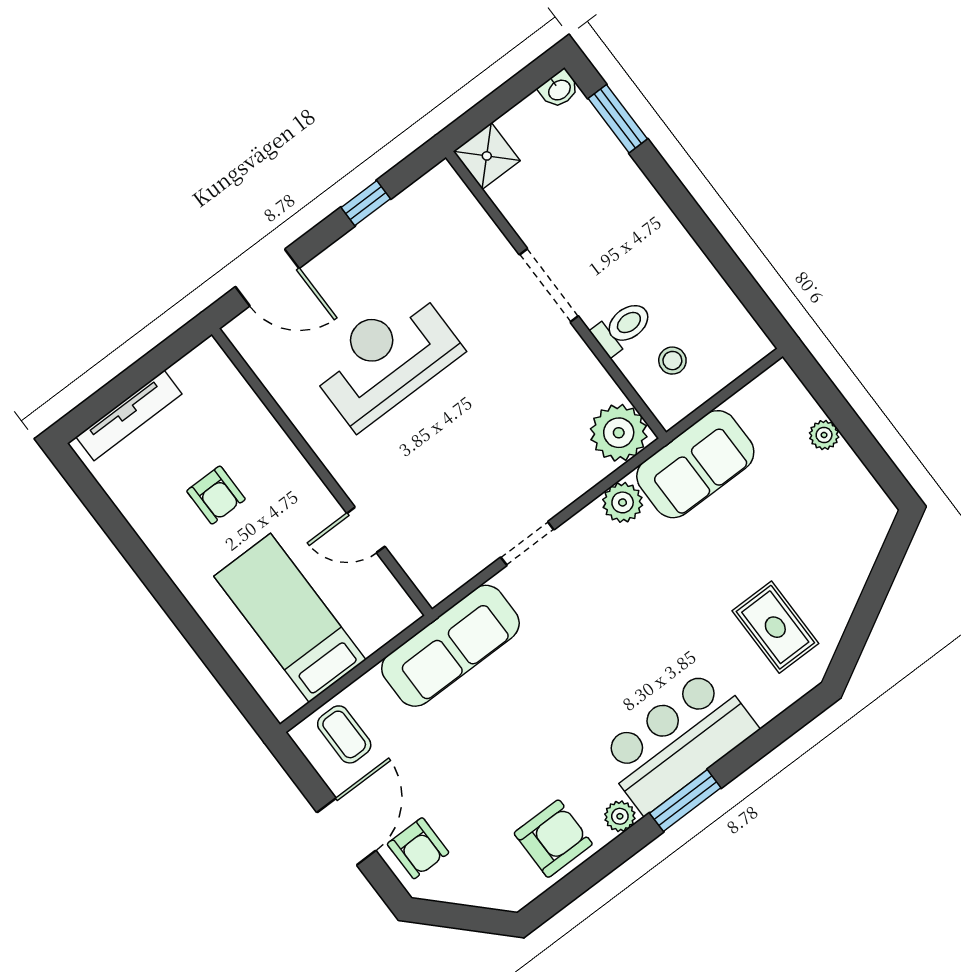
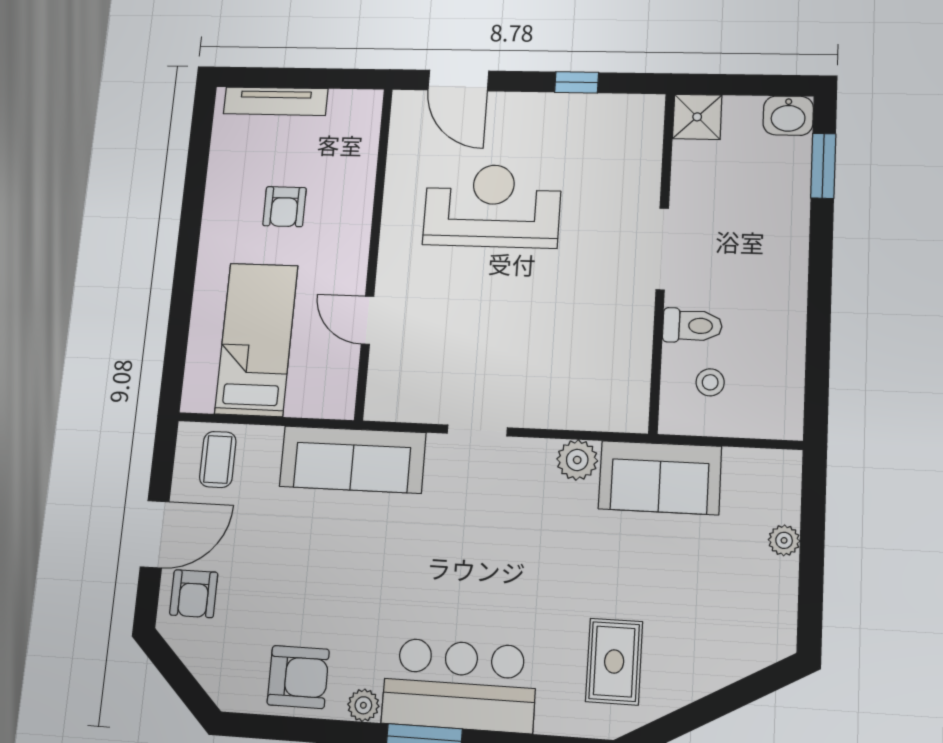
washbasin: (559, 89) -> (788, 116), width x1.38, depth x1.45
plant: (619, 433) -> (620, 404), removed

